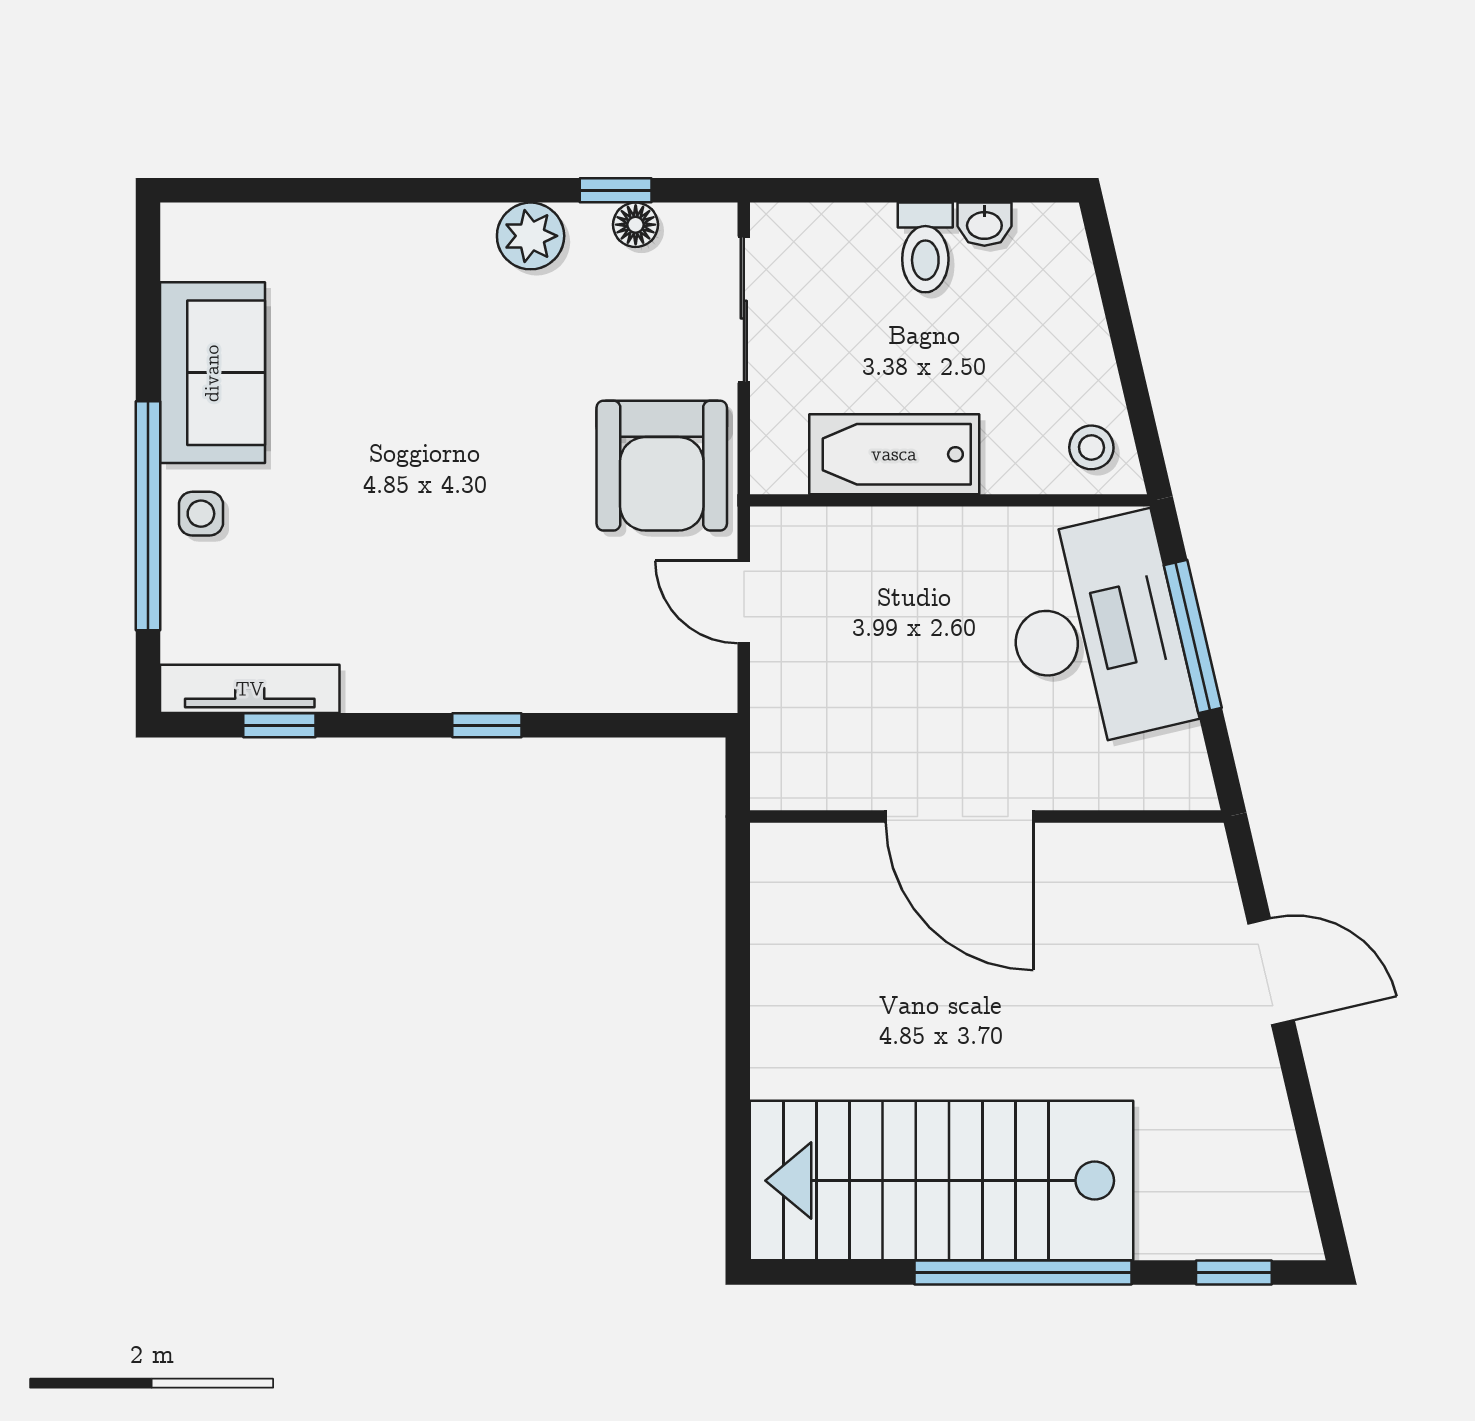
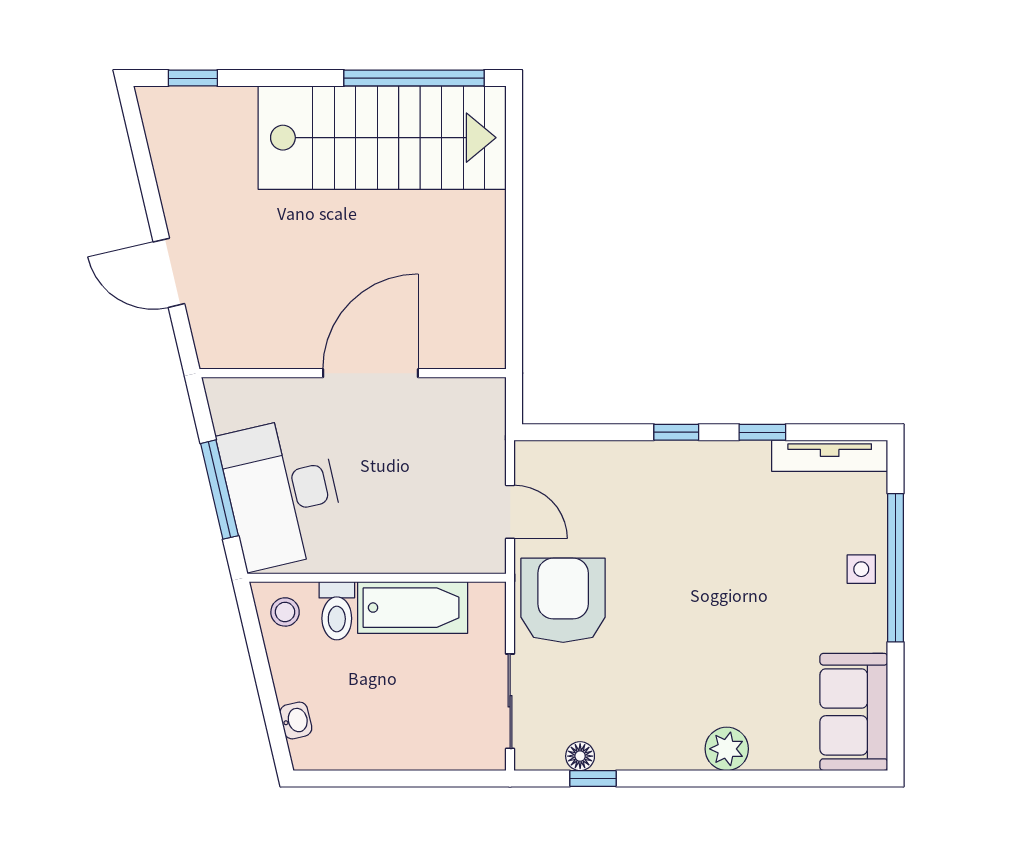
washbasin: (984, 224) -> (296, 720), moved, turned 77
plant: (531, 236) -> (727, 749), moved
toilet: (925, 247) -> (337, 611), moved, turned 180
sofa: (212, 373) -> (854, 712), moved
window: (279, 725) -> (762, 432), moved
door: (959, 817) -> (370, 373), hinge flipped
window: (1023, 1273) -> (414, 78), moved

